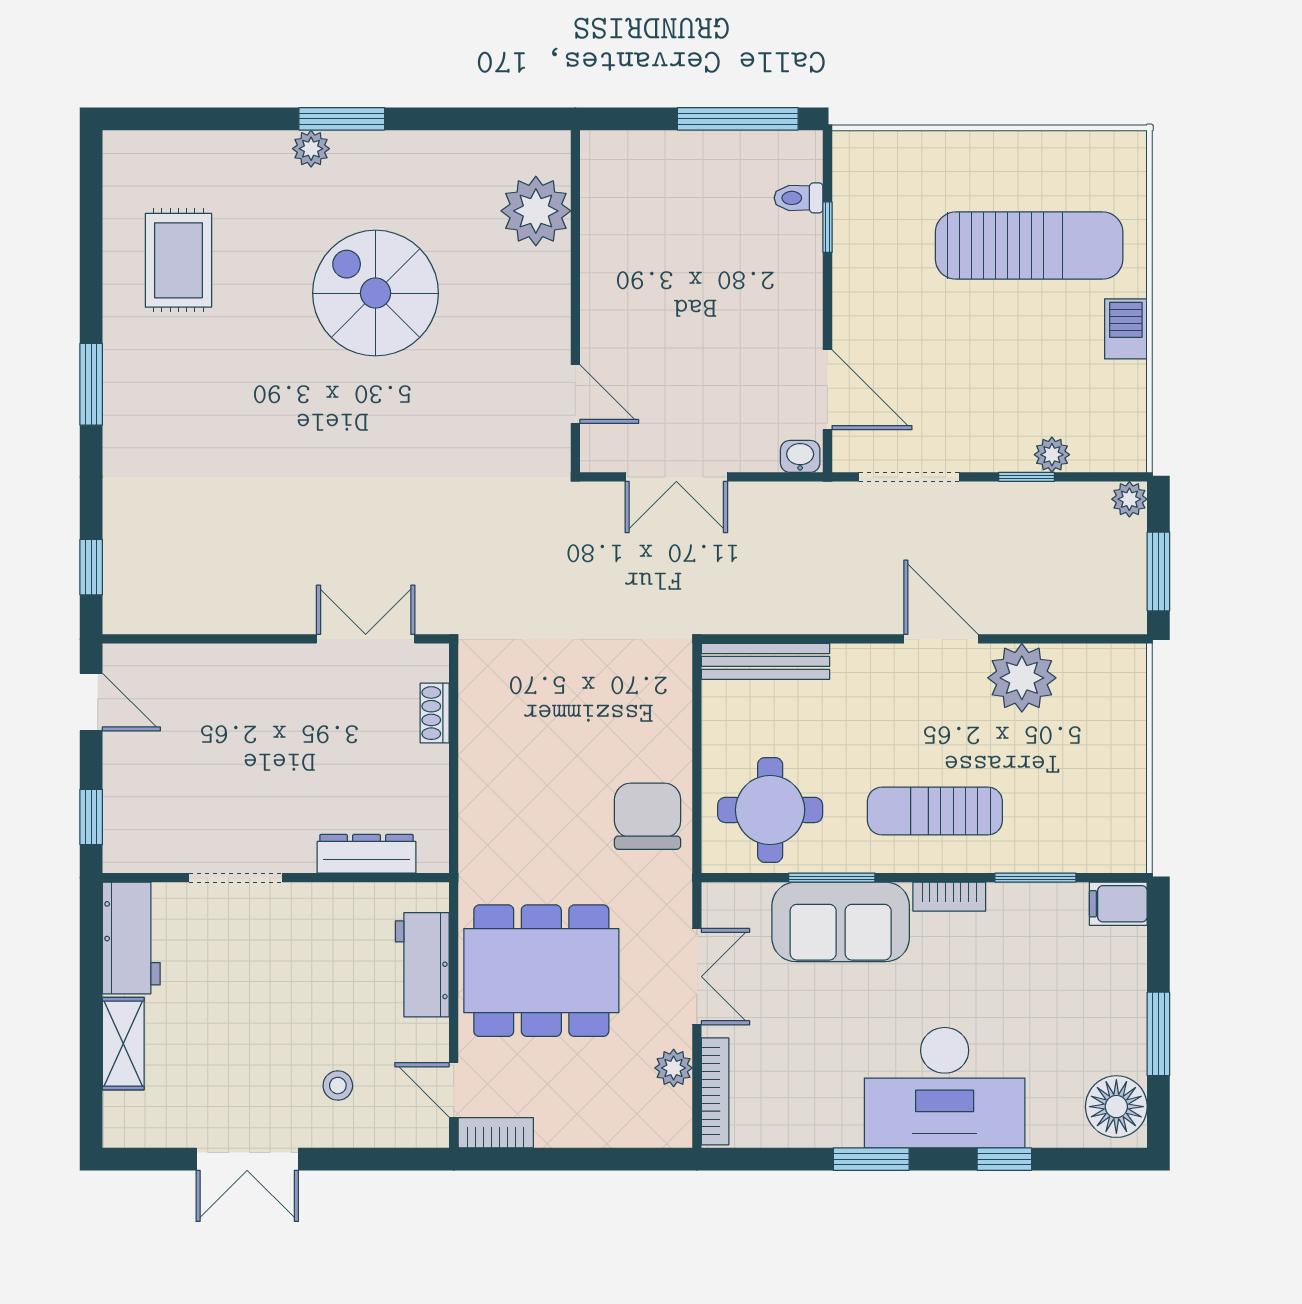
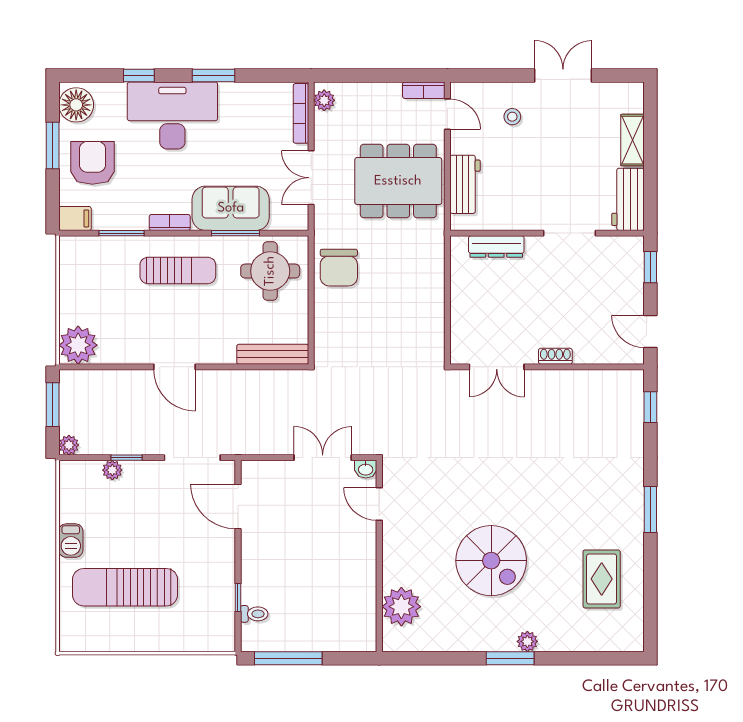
washbasin: (800, 456) -> (366, 469), moved
plant: (1022, 678) -> (78, 345), moved
shoe rack: (435, 713) -> (555, 356), moved, turned -90
armchair: (1087, 1003) -> (92, 163), added
plant: (674, 1068) -> (324, 100), moved

